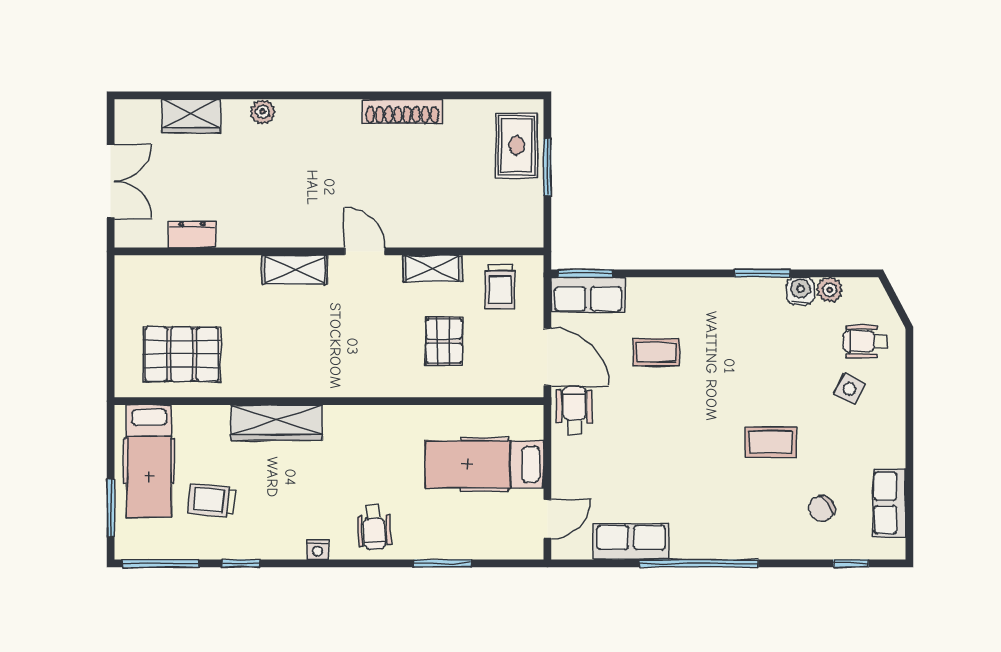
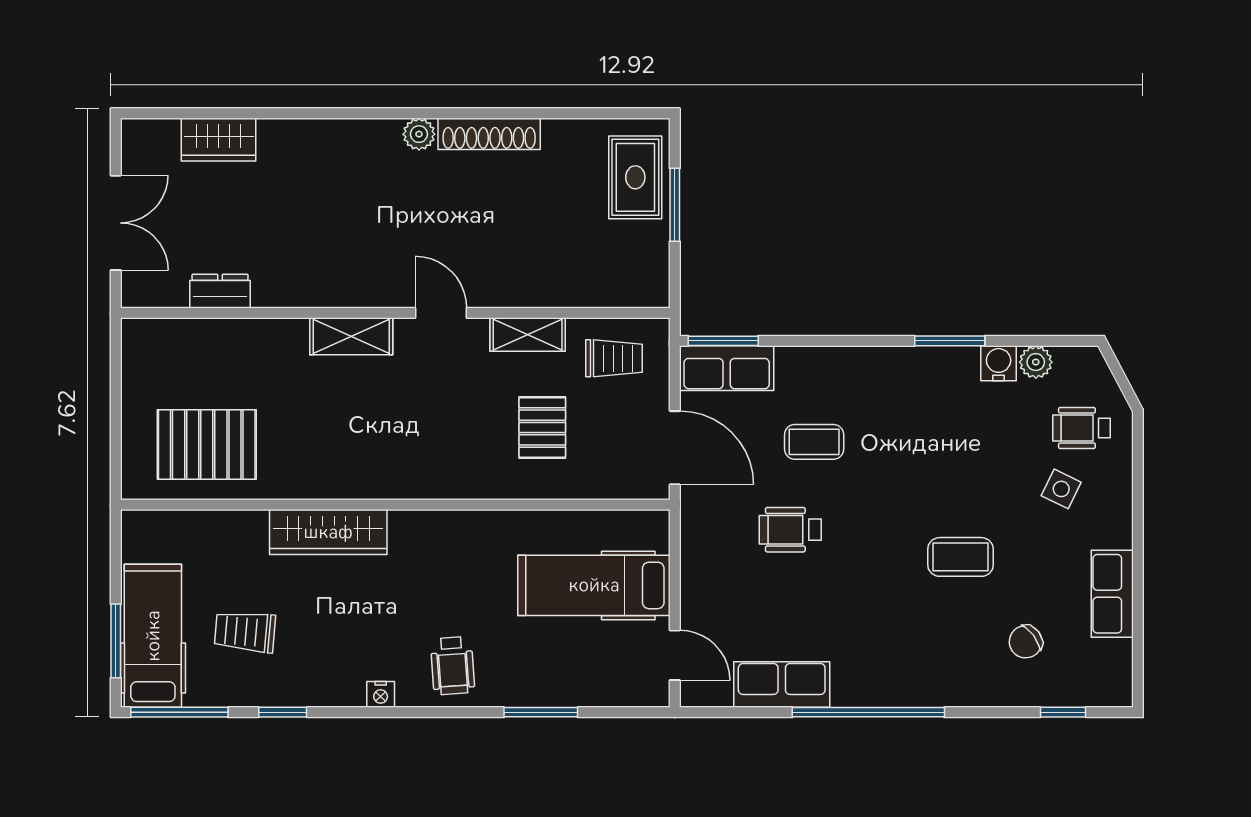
plant: (263, 112) -> (419, 134), moved
trolley: (500, 287) -> (614, 358), turned -90
wheelchair: (574, 410) -> (790, 530), moved, turned -90
hospital bed: (149, 461) -> (153, 636), moved, turned 180
row of seats: (889, 503) -> (1112, 594), moved
door: (547, 519) -> (675, 655), hinge flipped

